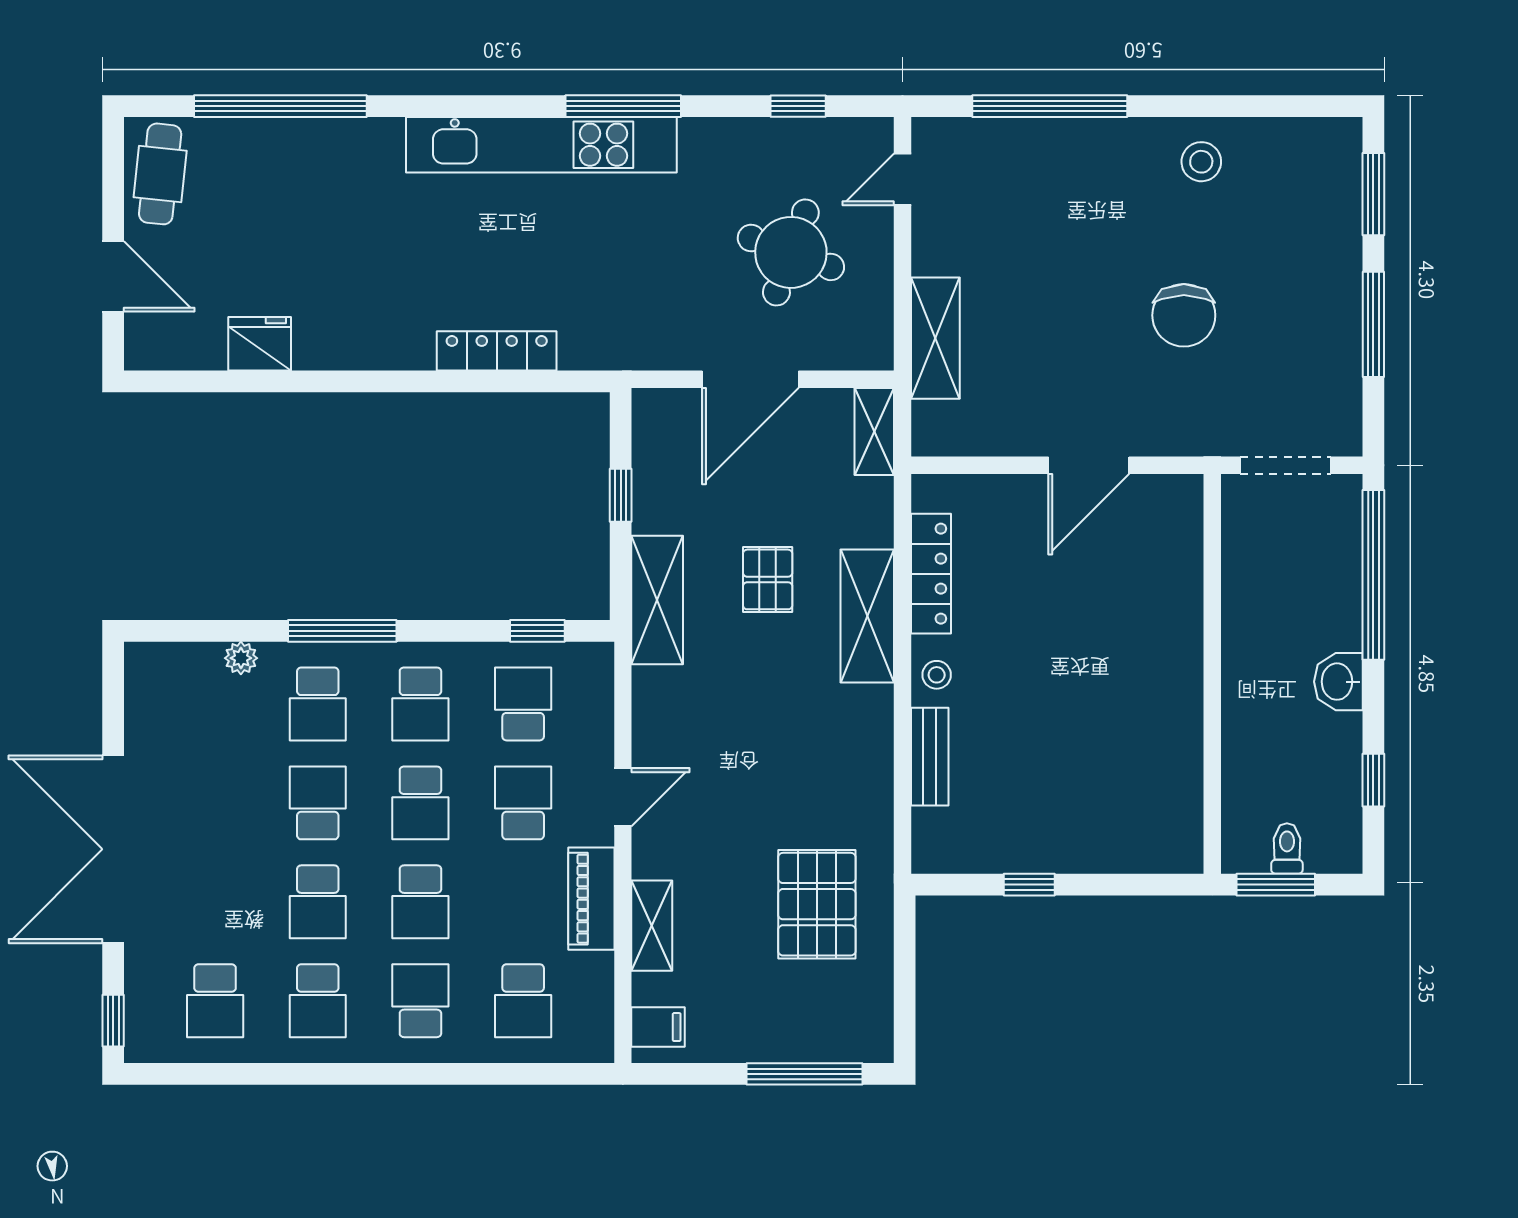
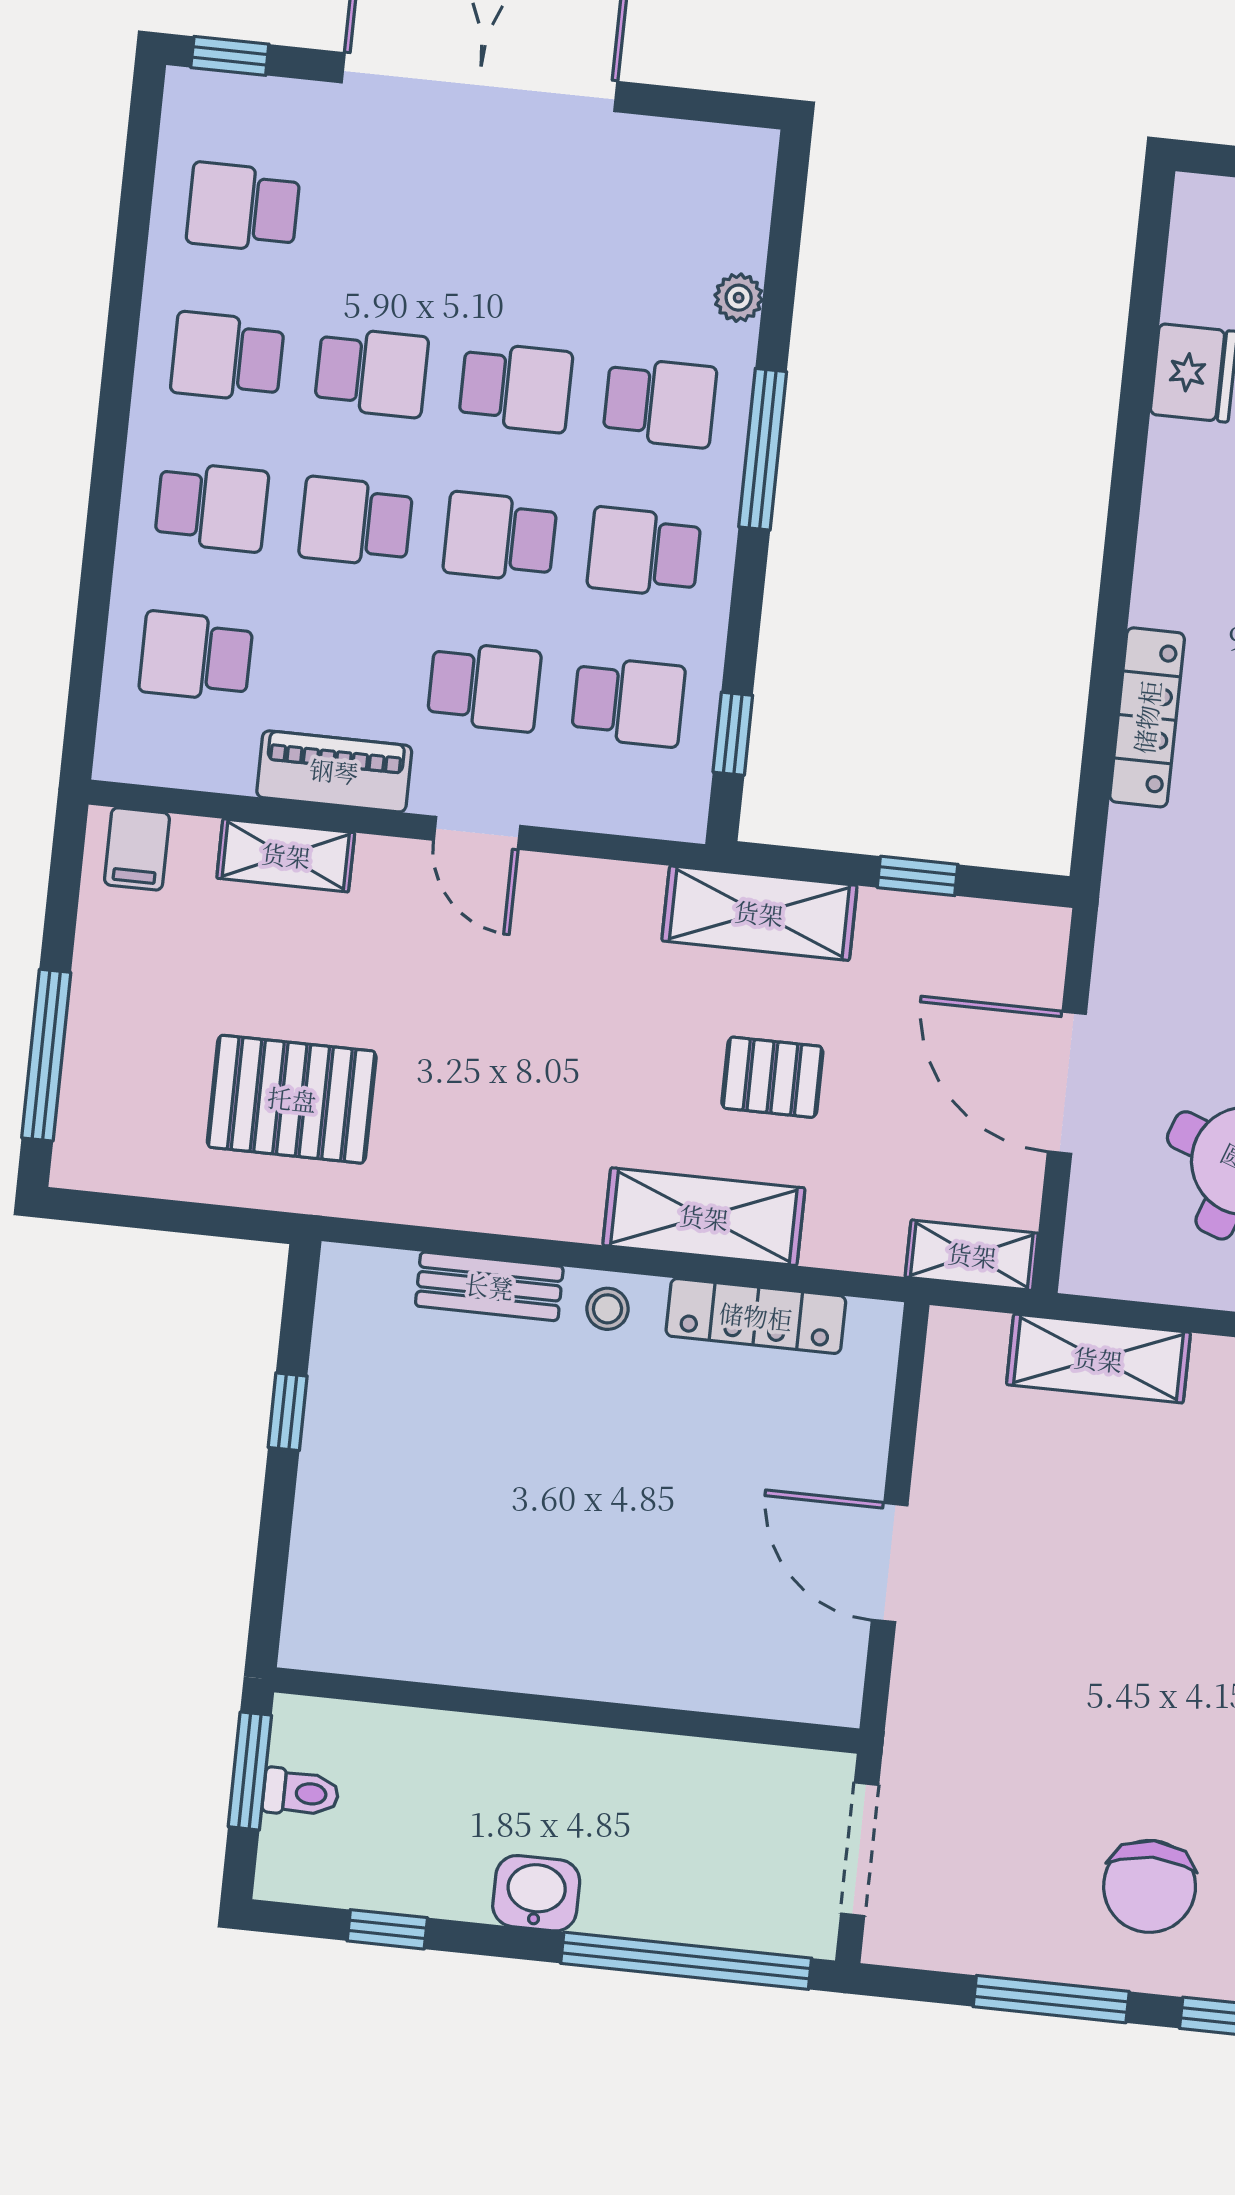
chair: (1184, 315) -> (1150, 1886), moved, turned -90
school desk: (318, 704) -> (660, 402), turned 180
school desk: (318, 902) -> (372, 372), turned 180

